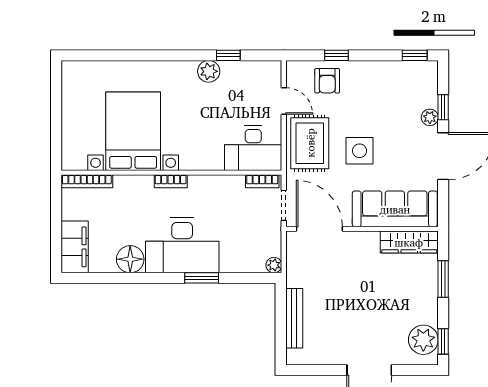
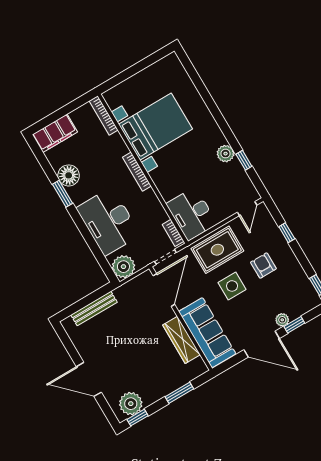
armchair: (327, 81) -> (263, 265), moved, turned 90
door: (284, 101) -> (247, 209), moved
bookcase: (171, 181) -> (137, 172), width x1.56
wardrobe: (409, 242) -> (181, 340), moved
desk: (182, 245) -> (108, 222), moved
plant: (274, 265) -> (123, 267), width x1.88, depth x1.88
window: (202, 278) -> (63, 194), moved

